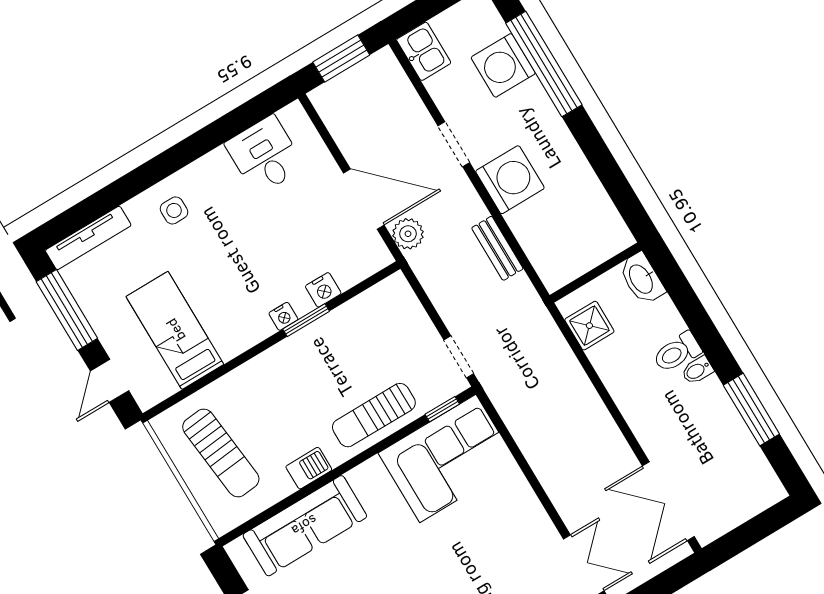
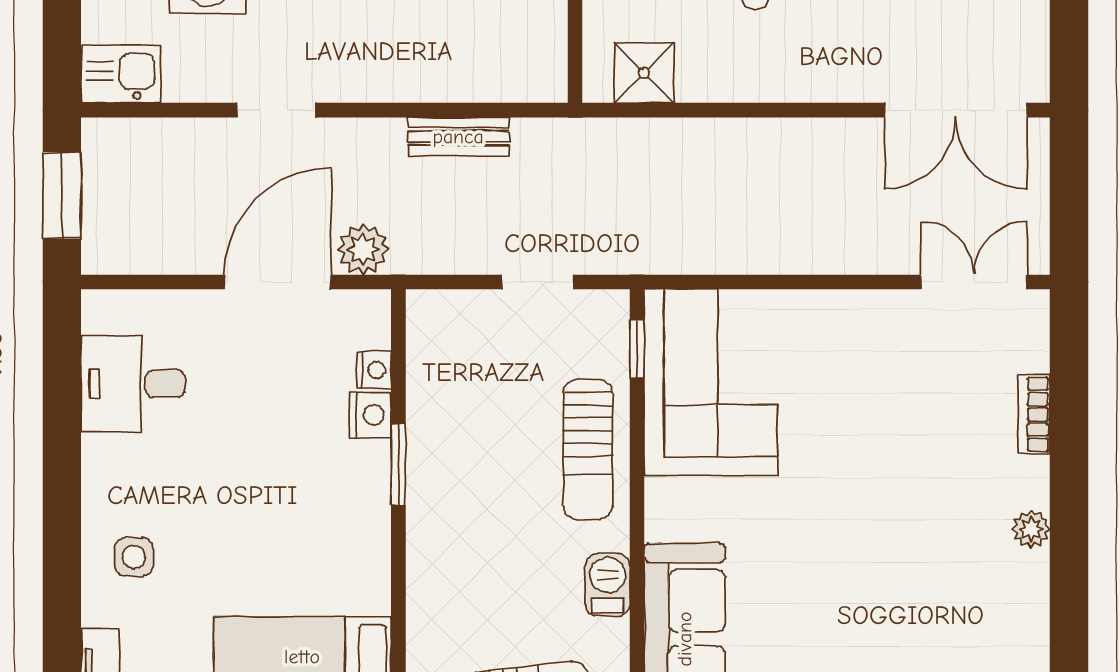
washing machine: (510, 180) -> (373, 61), removed
nightstand: (283, 316) -> (374, 370), moved
doorway: (459, 357) -> (538, 282), moved

